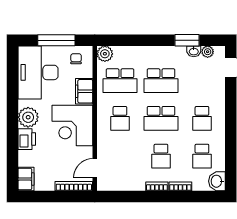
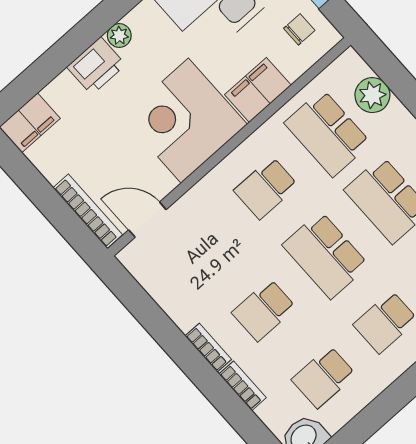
plant: (105, 54) -> (372, 95), moved
plant: (28, 117) -> (119, 35), width x0.53, depth x0.53

